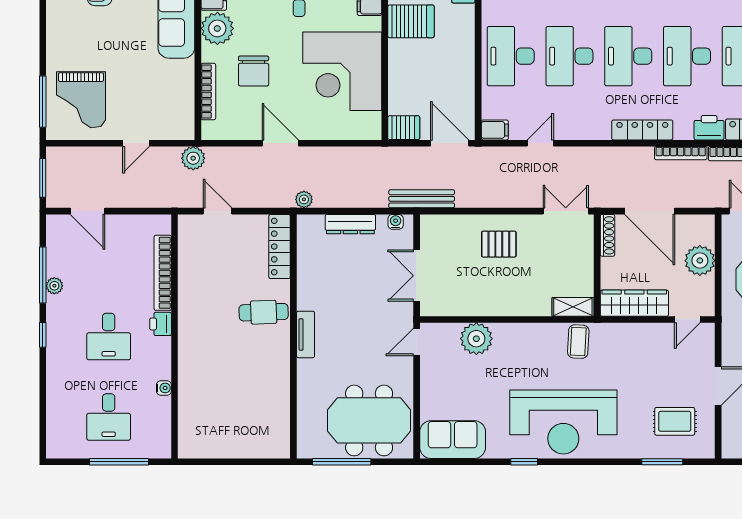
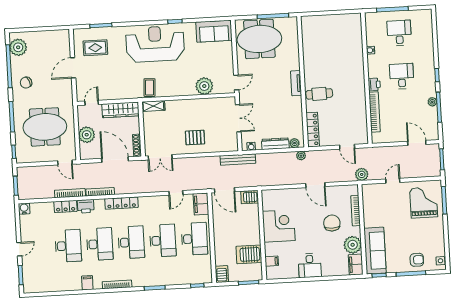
corner desk: (342, 71) -> (279, 226), width x0.74, depth x0.74
filing cabinet: (495, 130) -> (201, 204), width x2.00
plant: (315, 223) -> (295, 143), added

